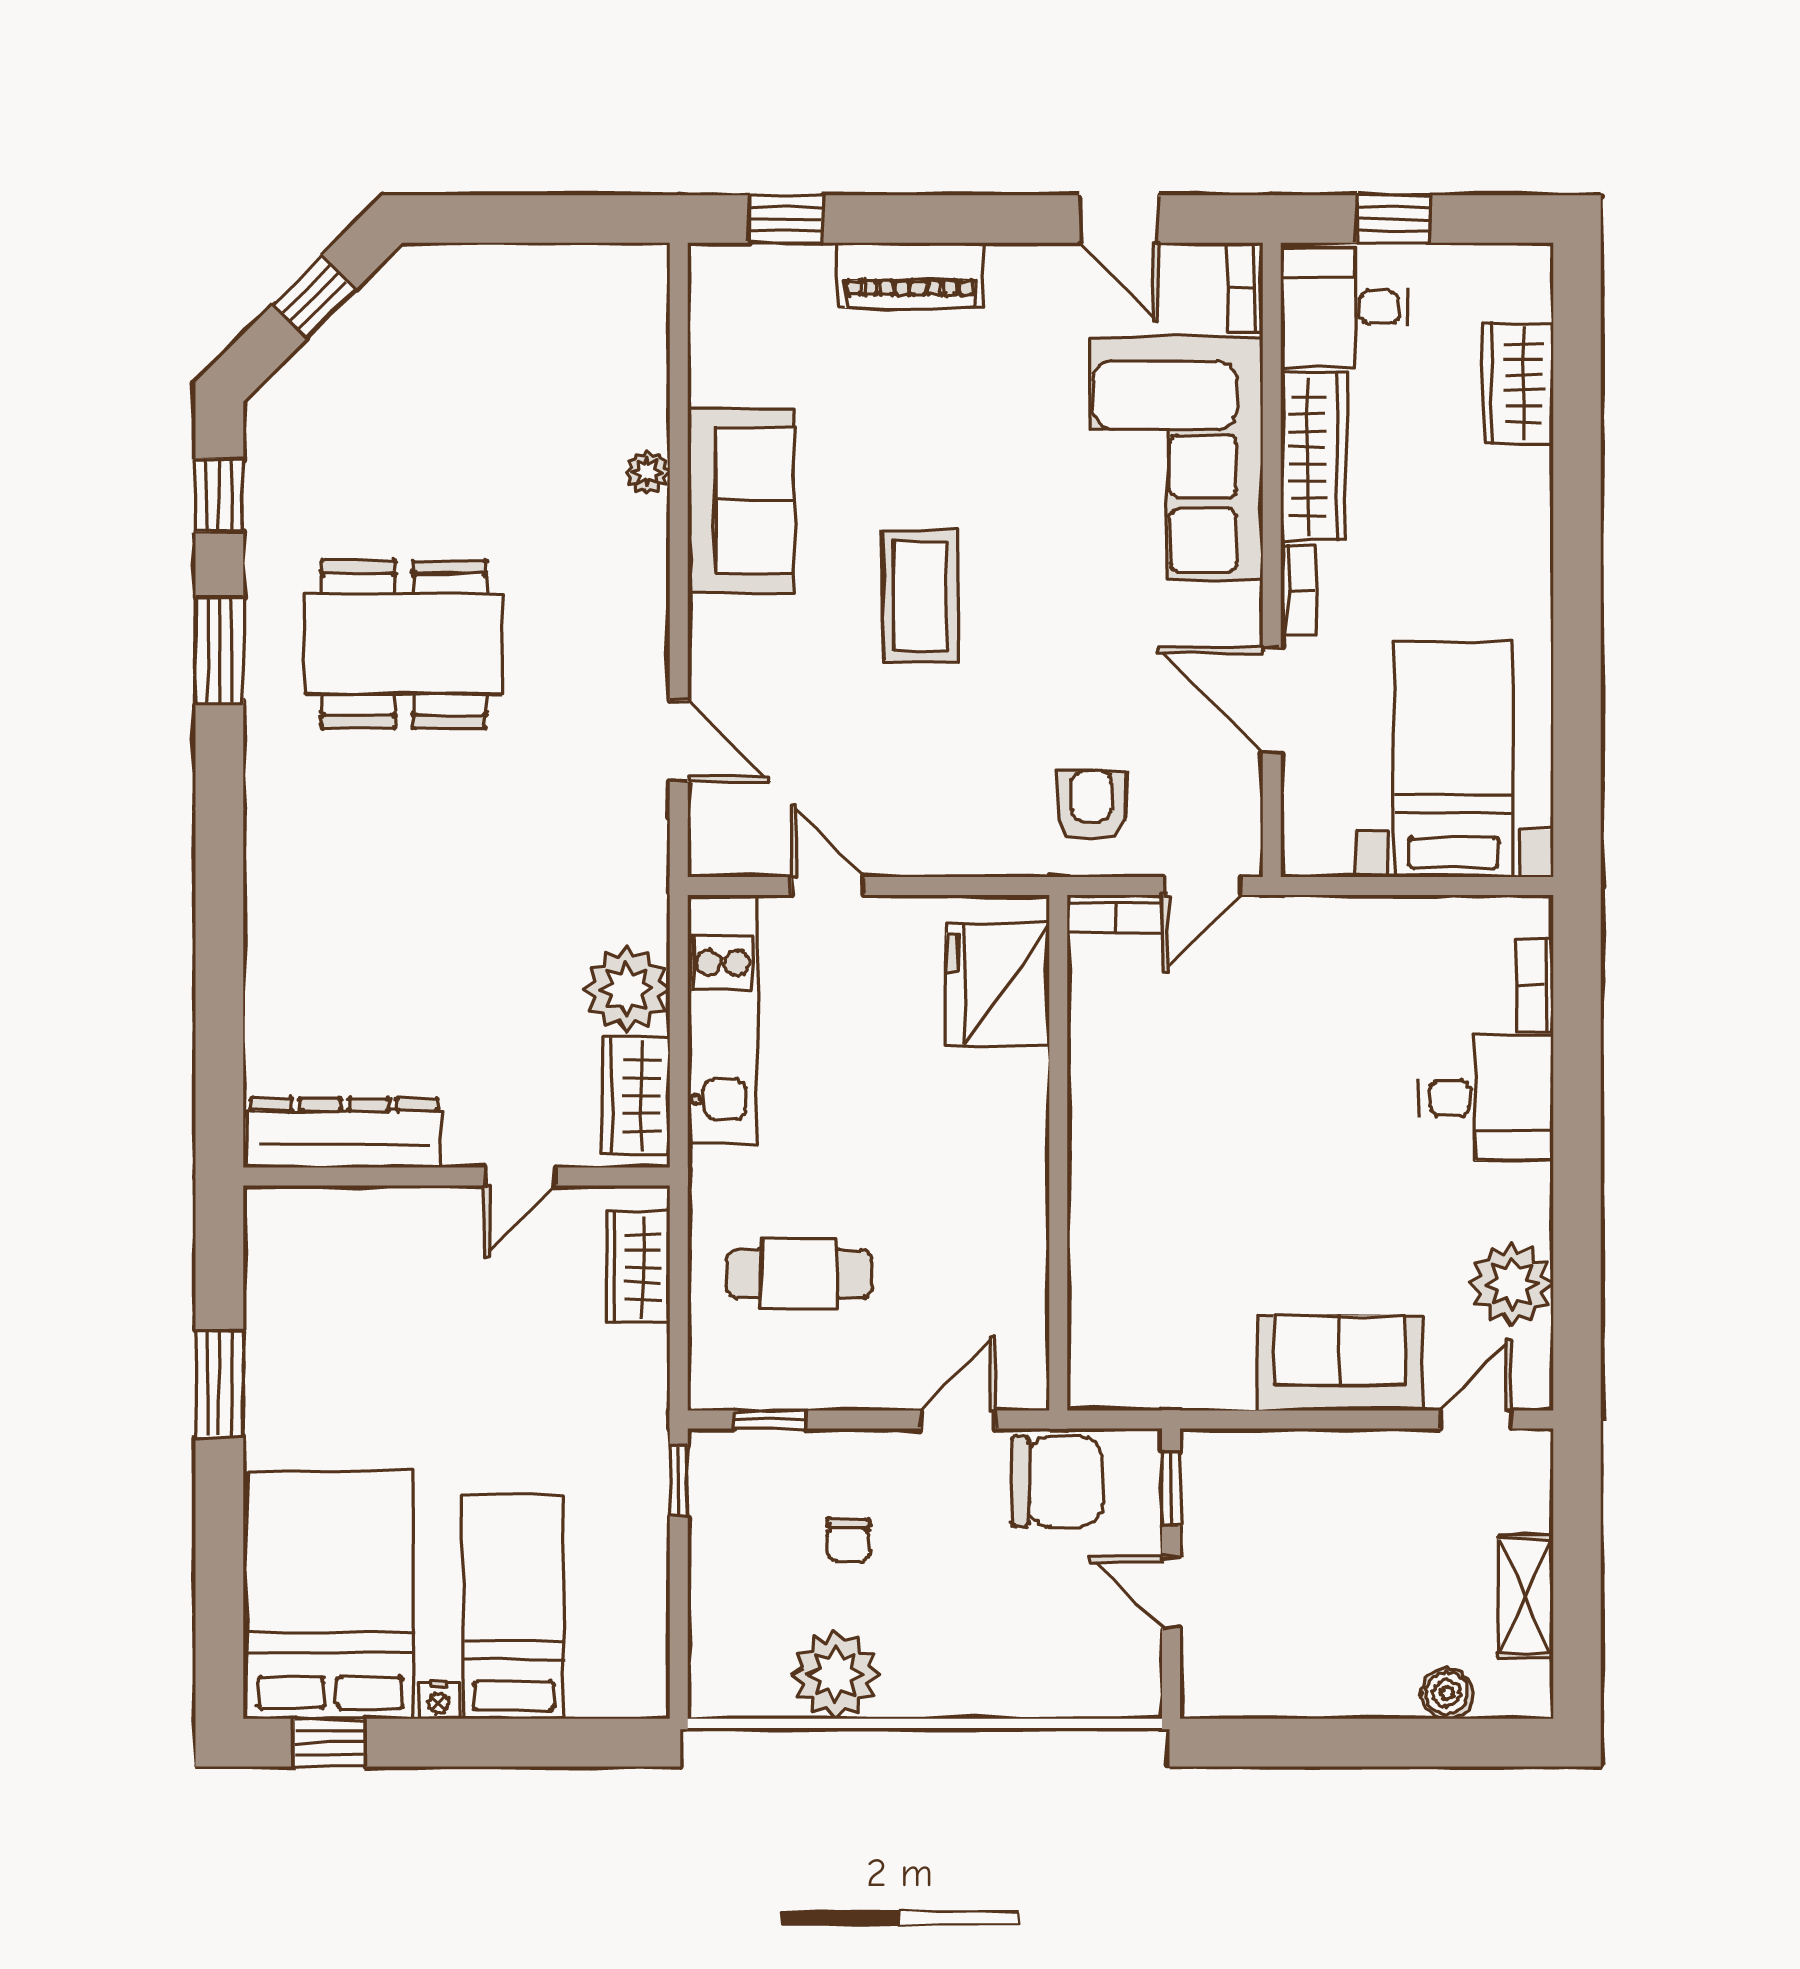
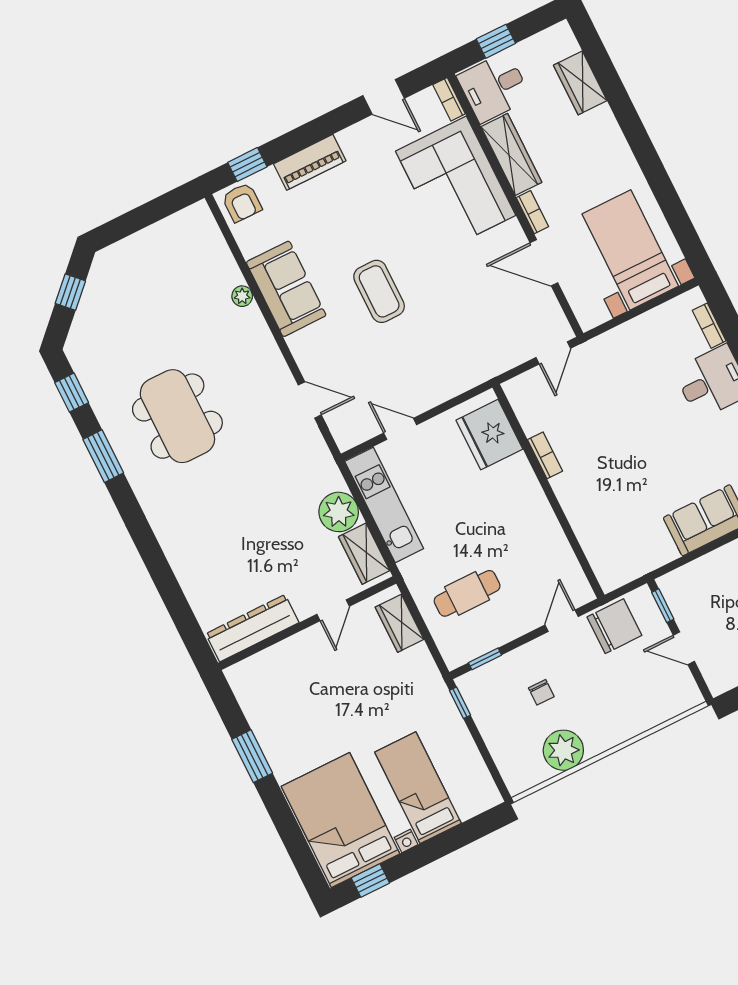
dining table: (404, 644) -> (177, 416), turned 90
armchair: (1092, 806) -> (242, 202), moved, turned 180
bookcase: (1115, 914) -> (545, 455), moved, turned -90

